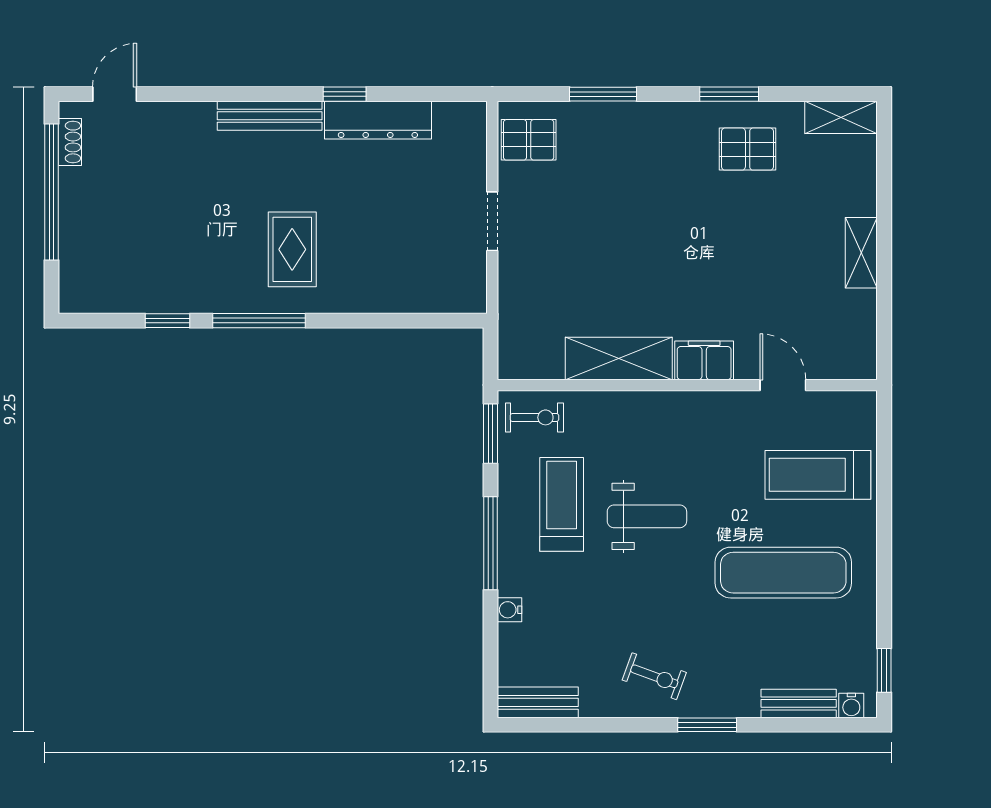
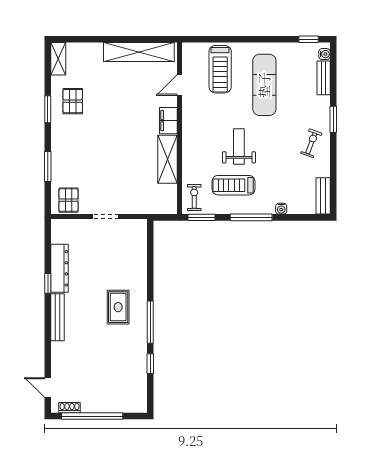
rug: (292, 249) -> (118, 307), turned 90
shelving: (861, 253) -> (139, 52), width x2.20, depth x1.33

